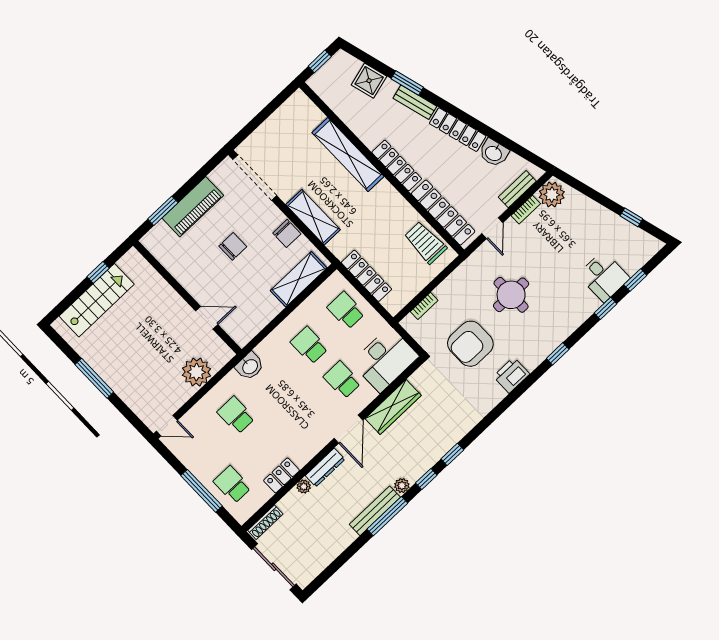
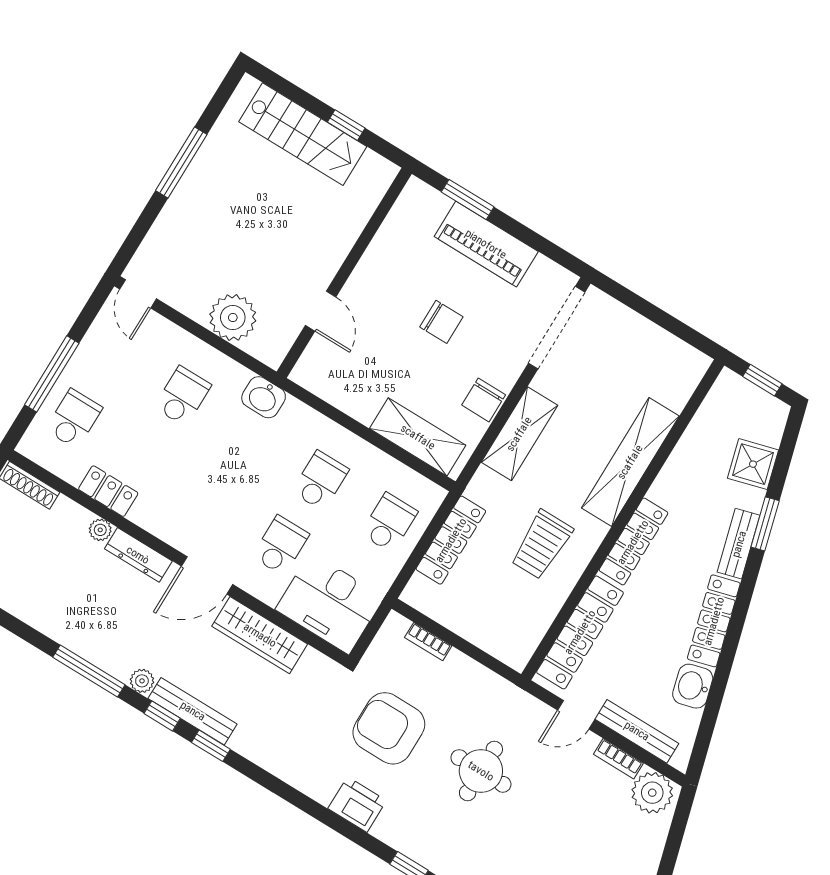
bench: (517, 189) -> (637, 731), width x1.36
trolley: (425, 242) -> (542, 545), moved, turned 180
bench: (375, 511) -> (193, 711), moved

